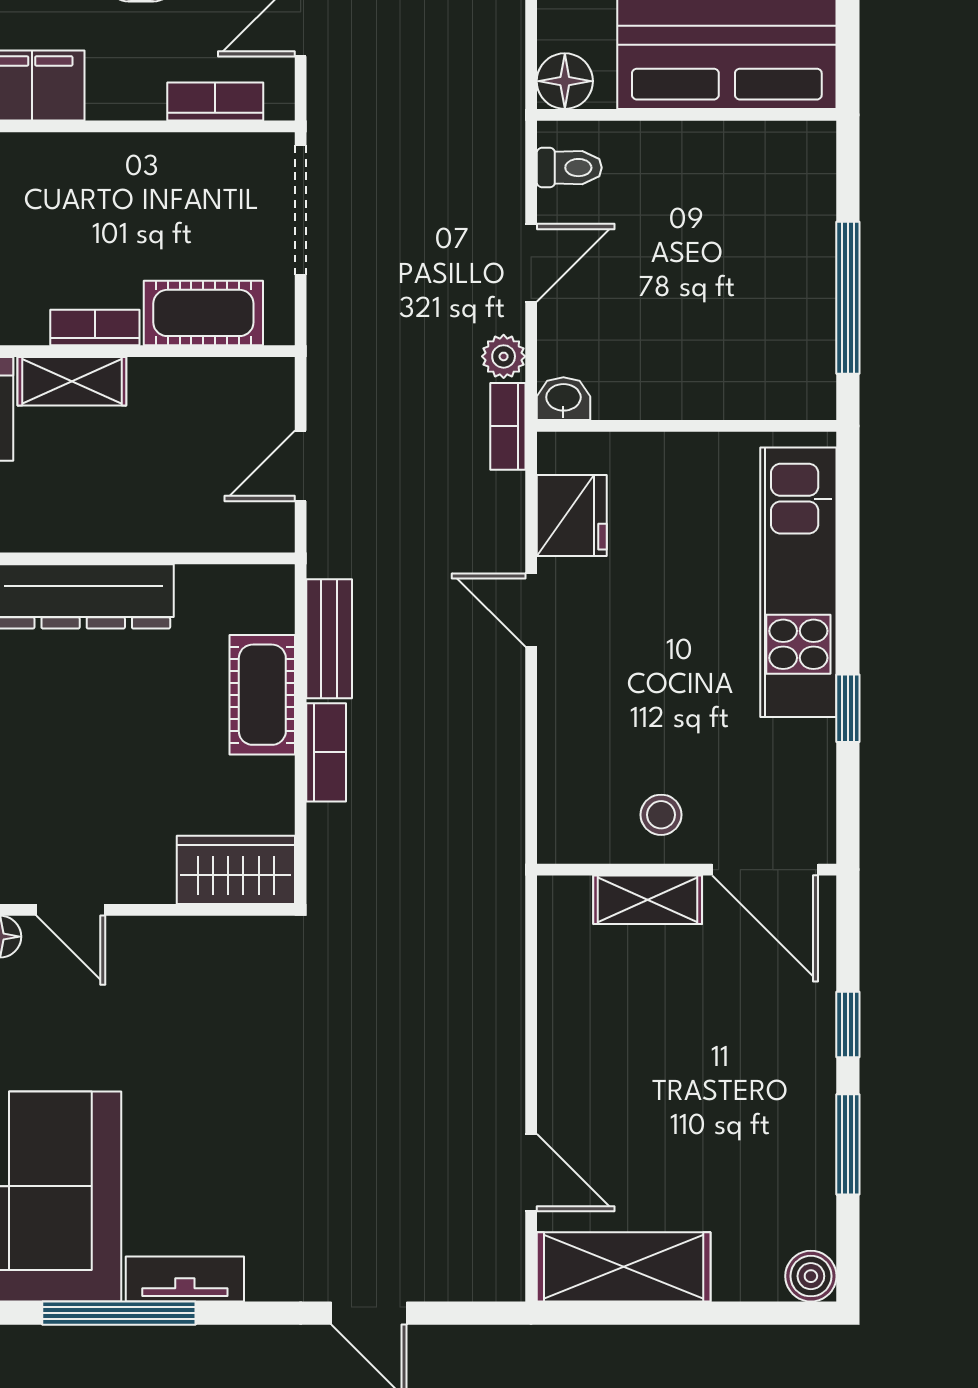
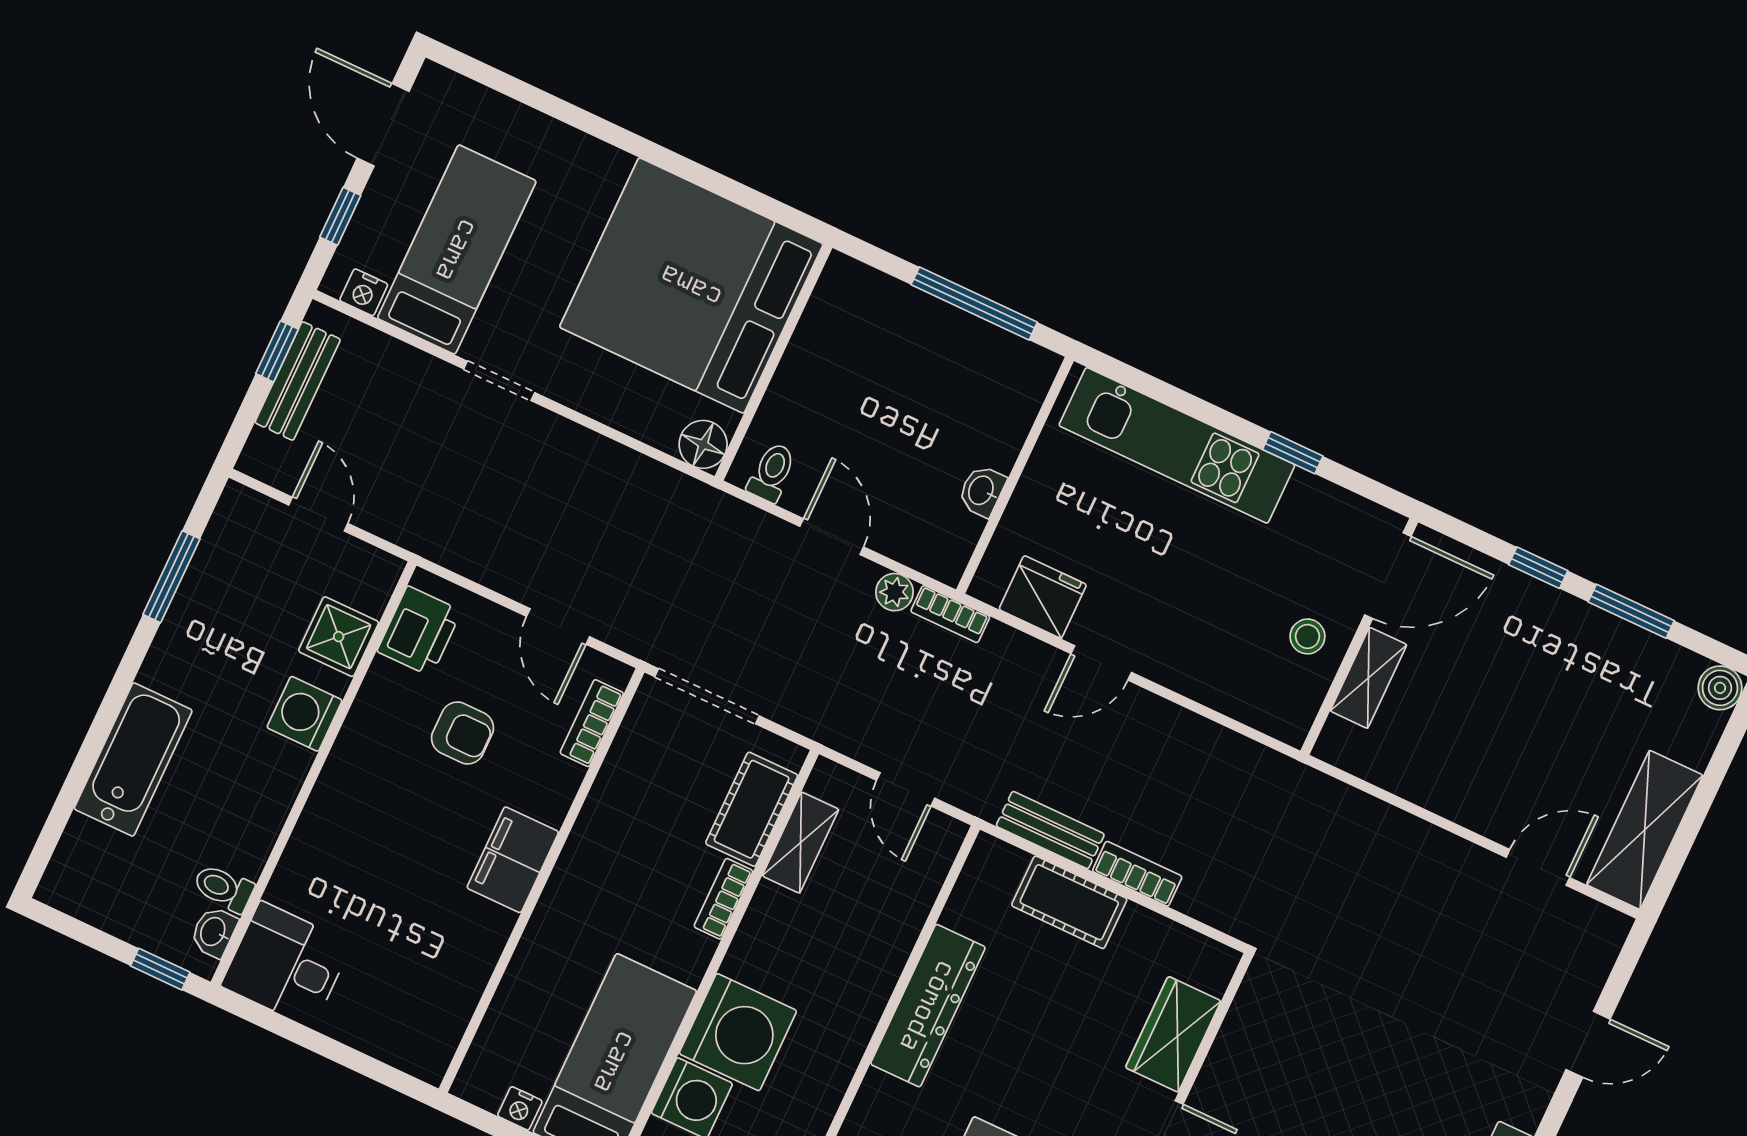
shelving: (72, 381) -> (801, 843), moved
washbasin: (563, 399) -> (982, 491), moved
wardrobe: (236, 870) -> (1173, 1034), moved

